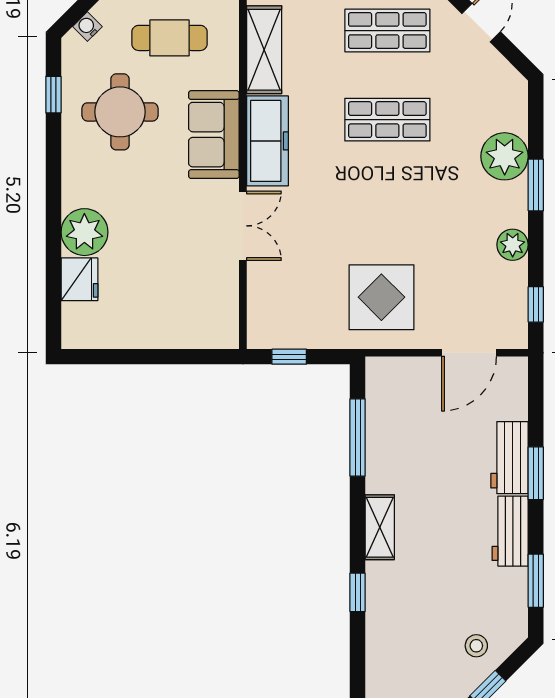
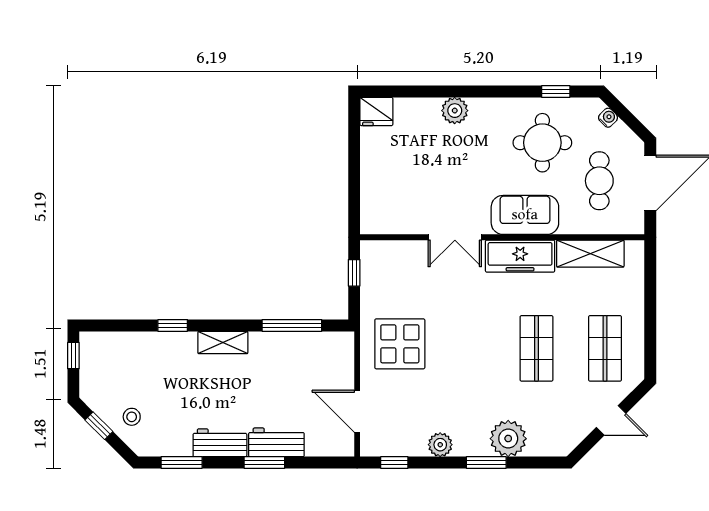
plant: (84, 232) -> (455, 111), width x0.73, depth x0.73
fridge: (79, 279) -> (376, 111), moved

